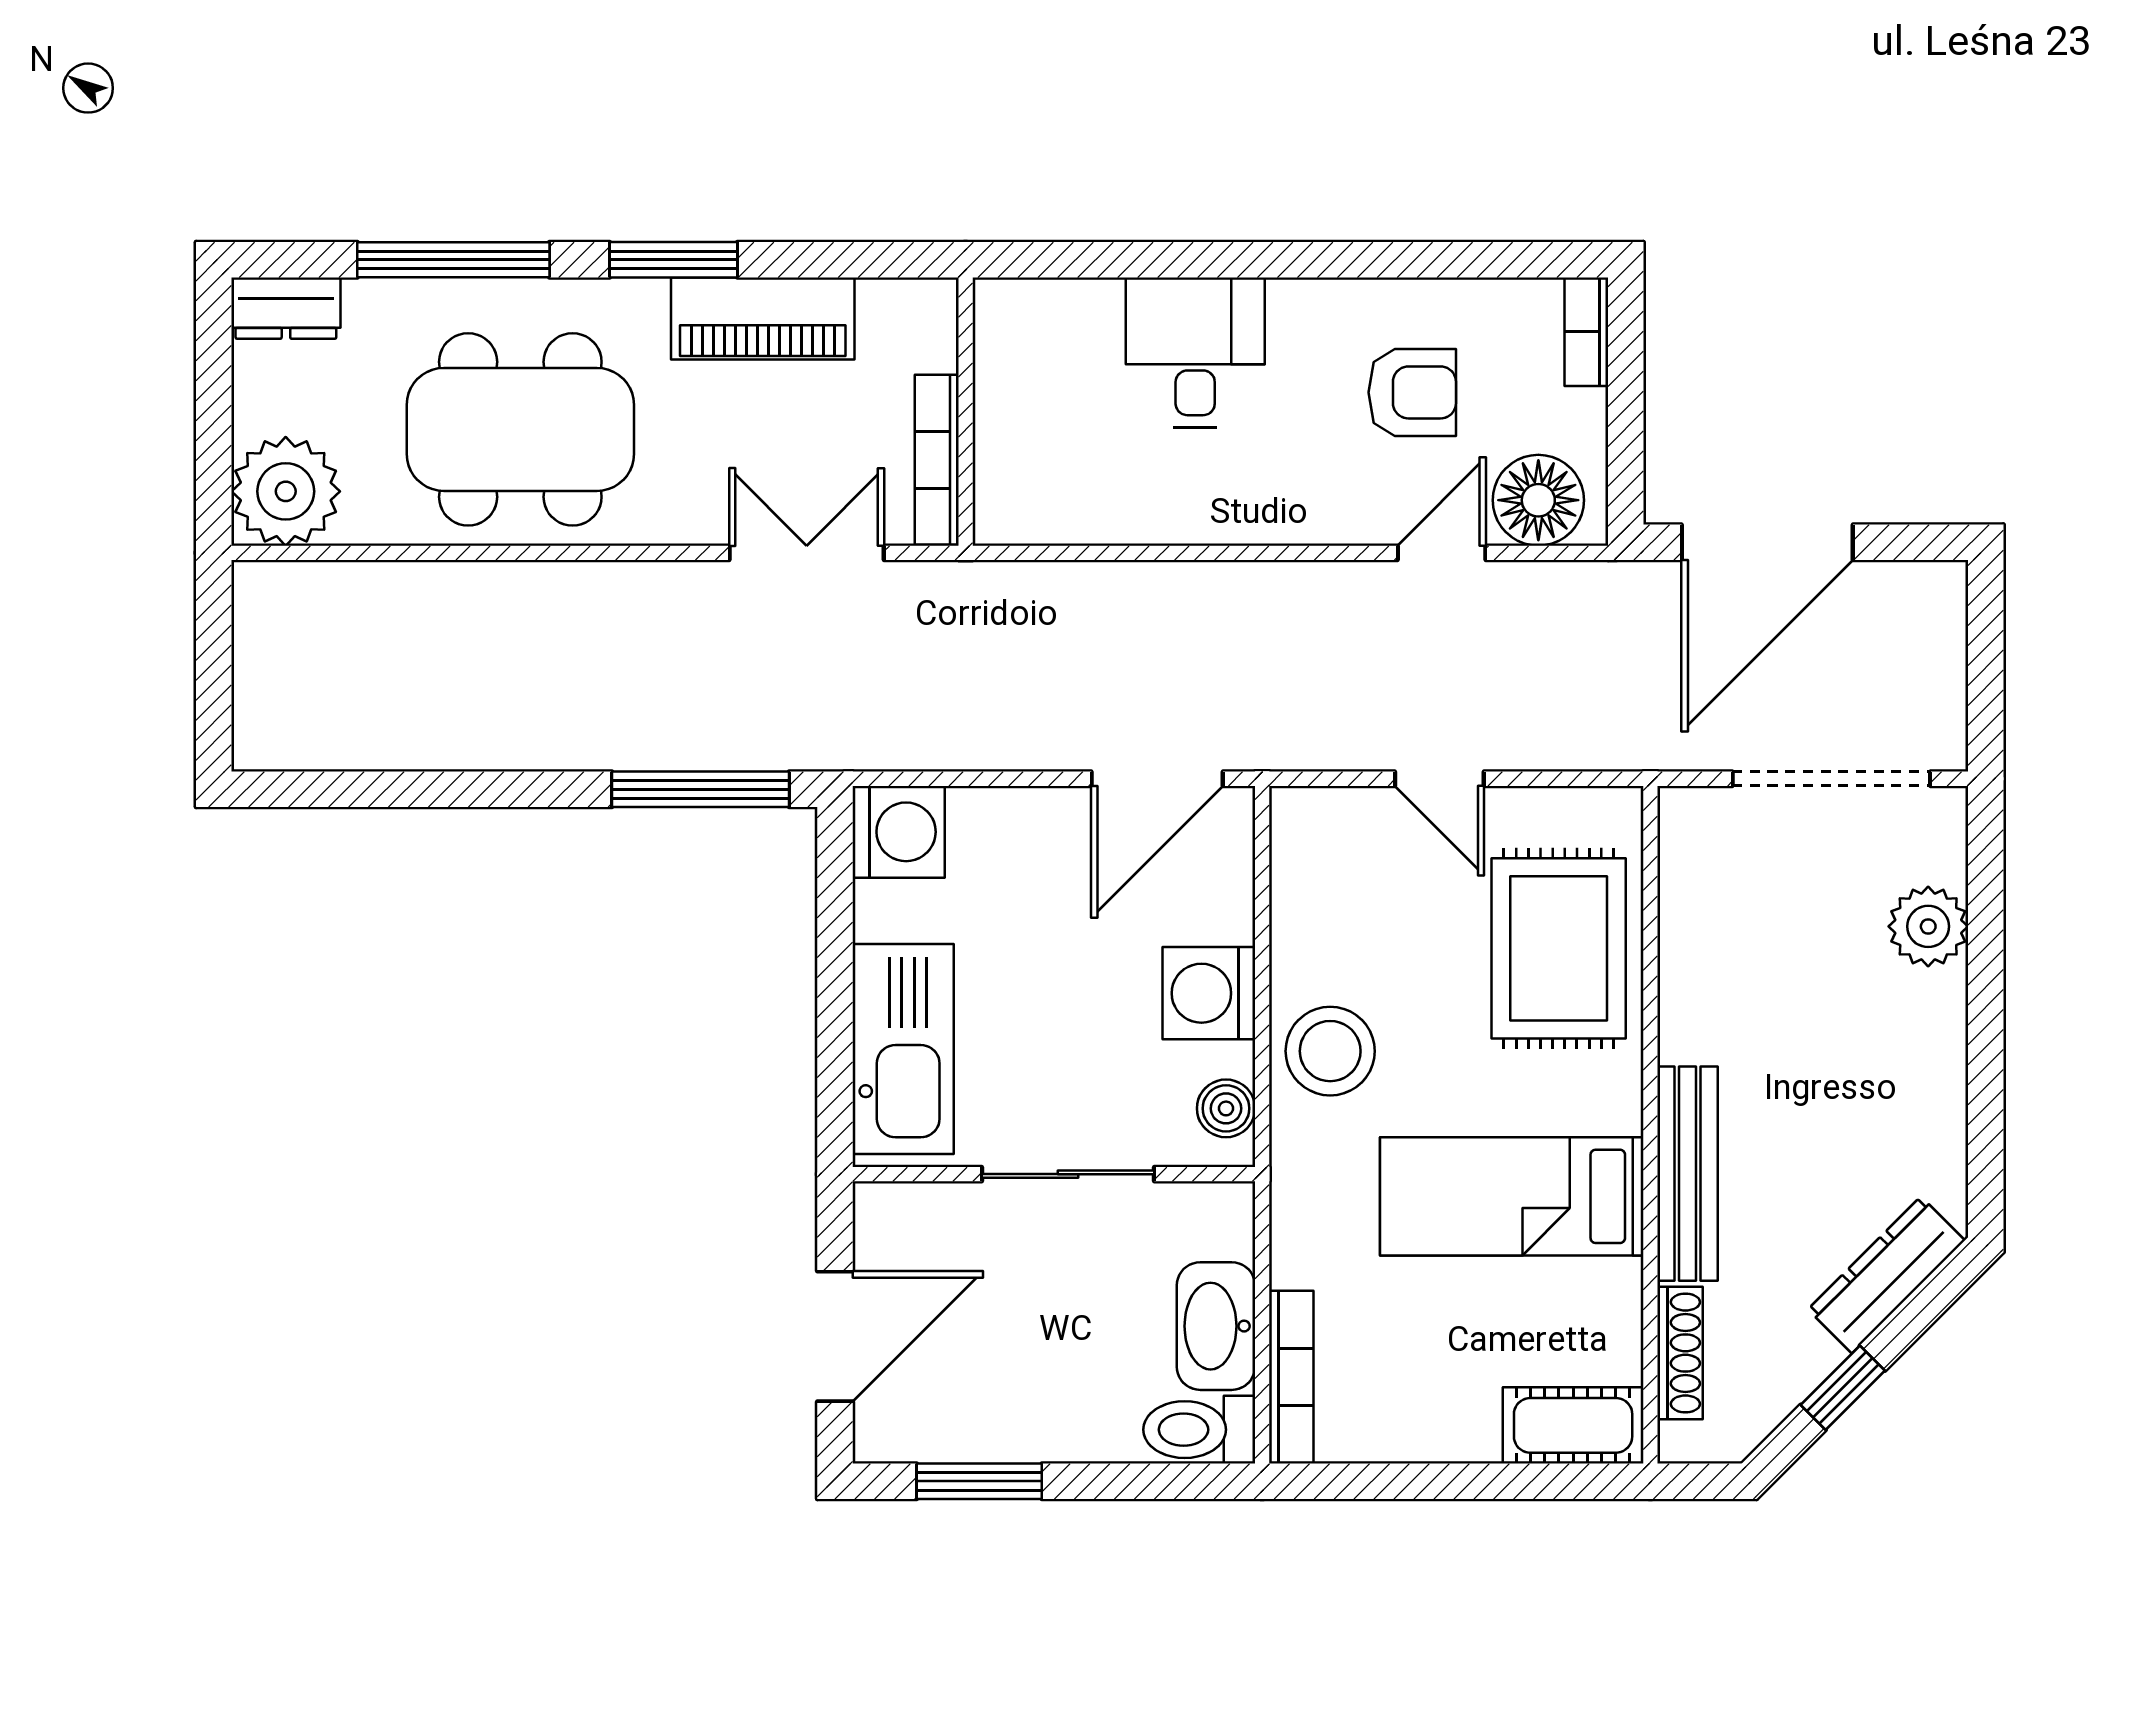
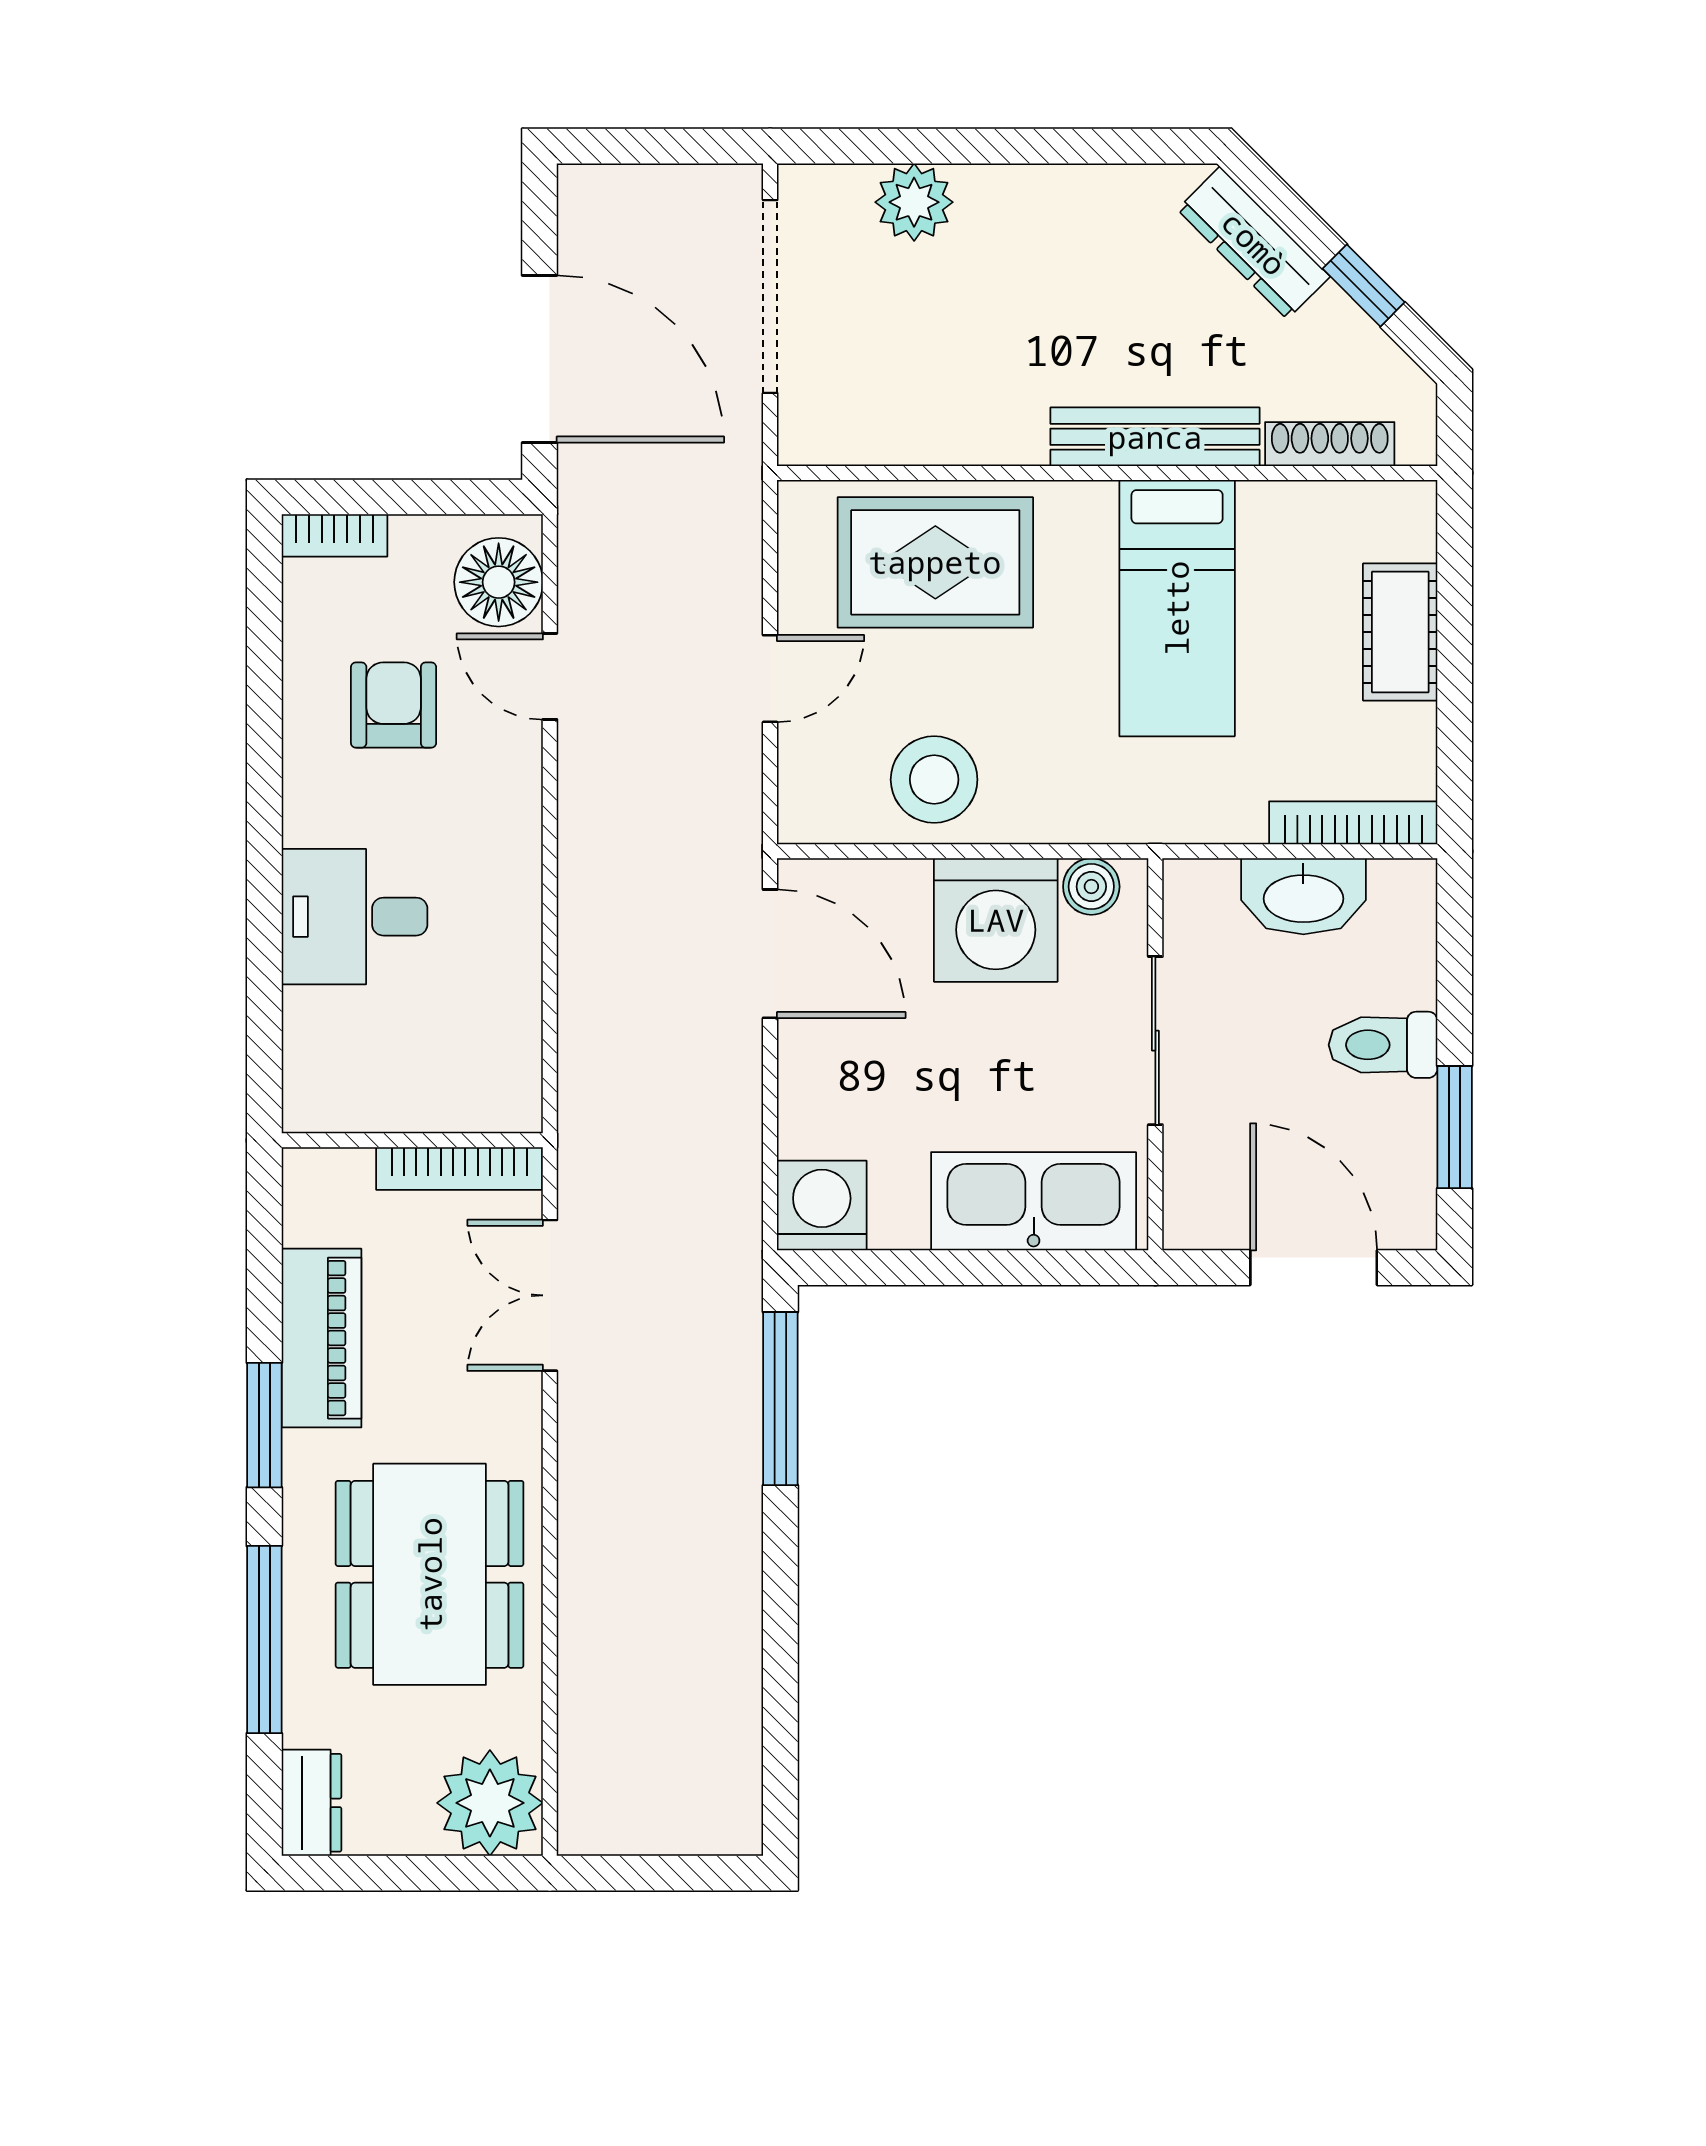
washing machine: (1209, 993) -> (996, 920), width x1.37, depth x1.37
stool: (1330, 1051) -> (934, 780), moved
cot: (1573, 1425) -> (1400, 632), moved
toilet: (1199, 1430) -> (1383, 1045), moved, turned 90

